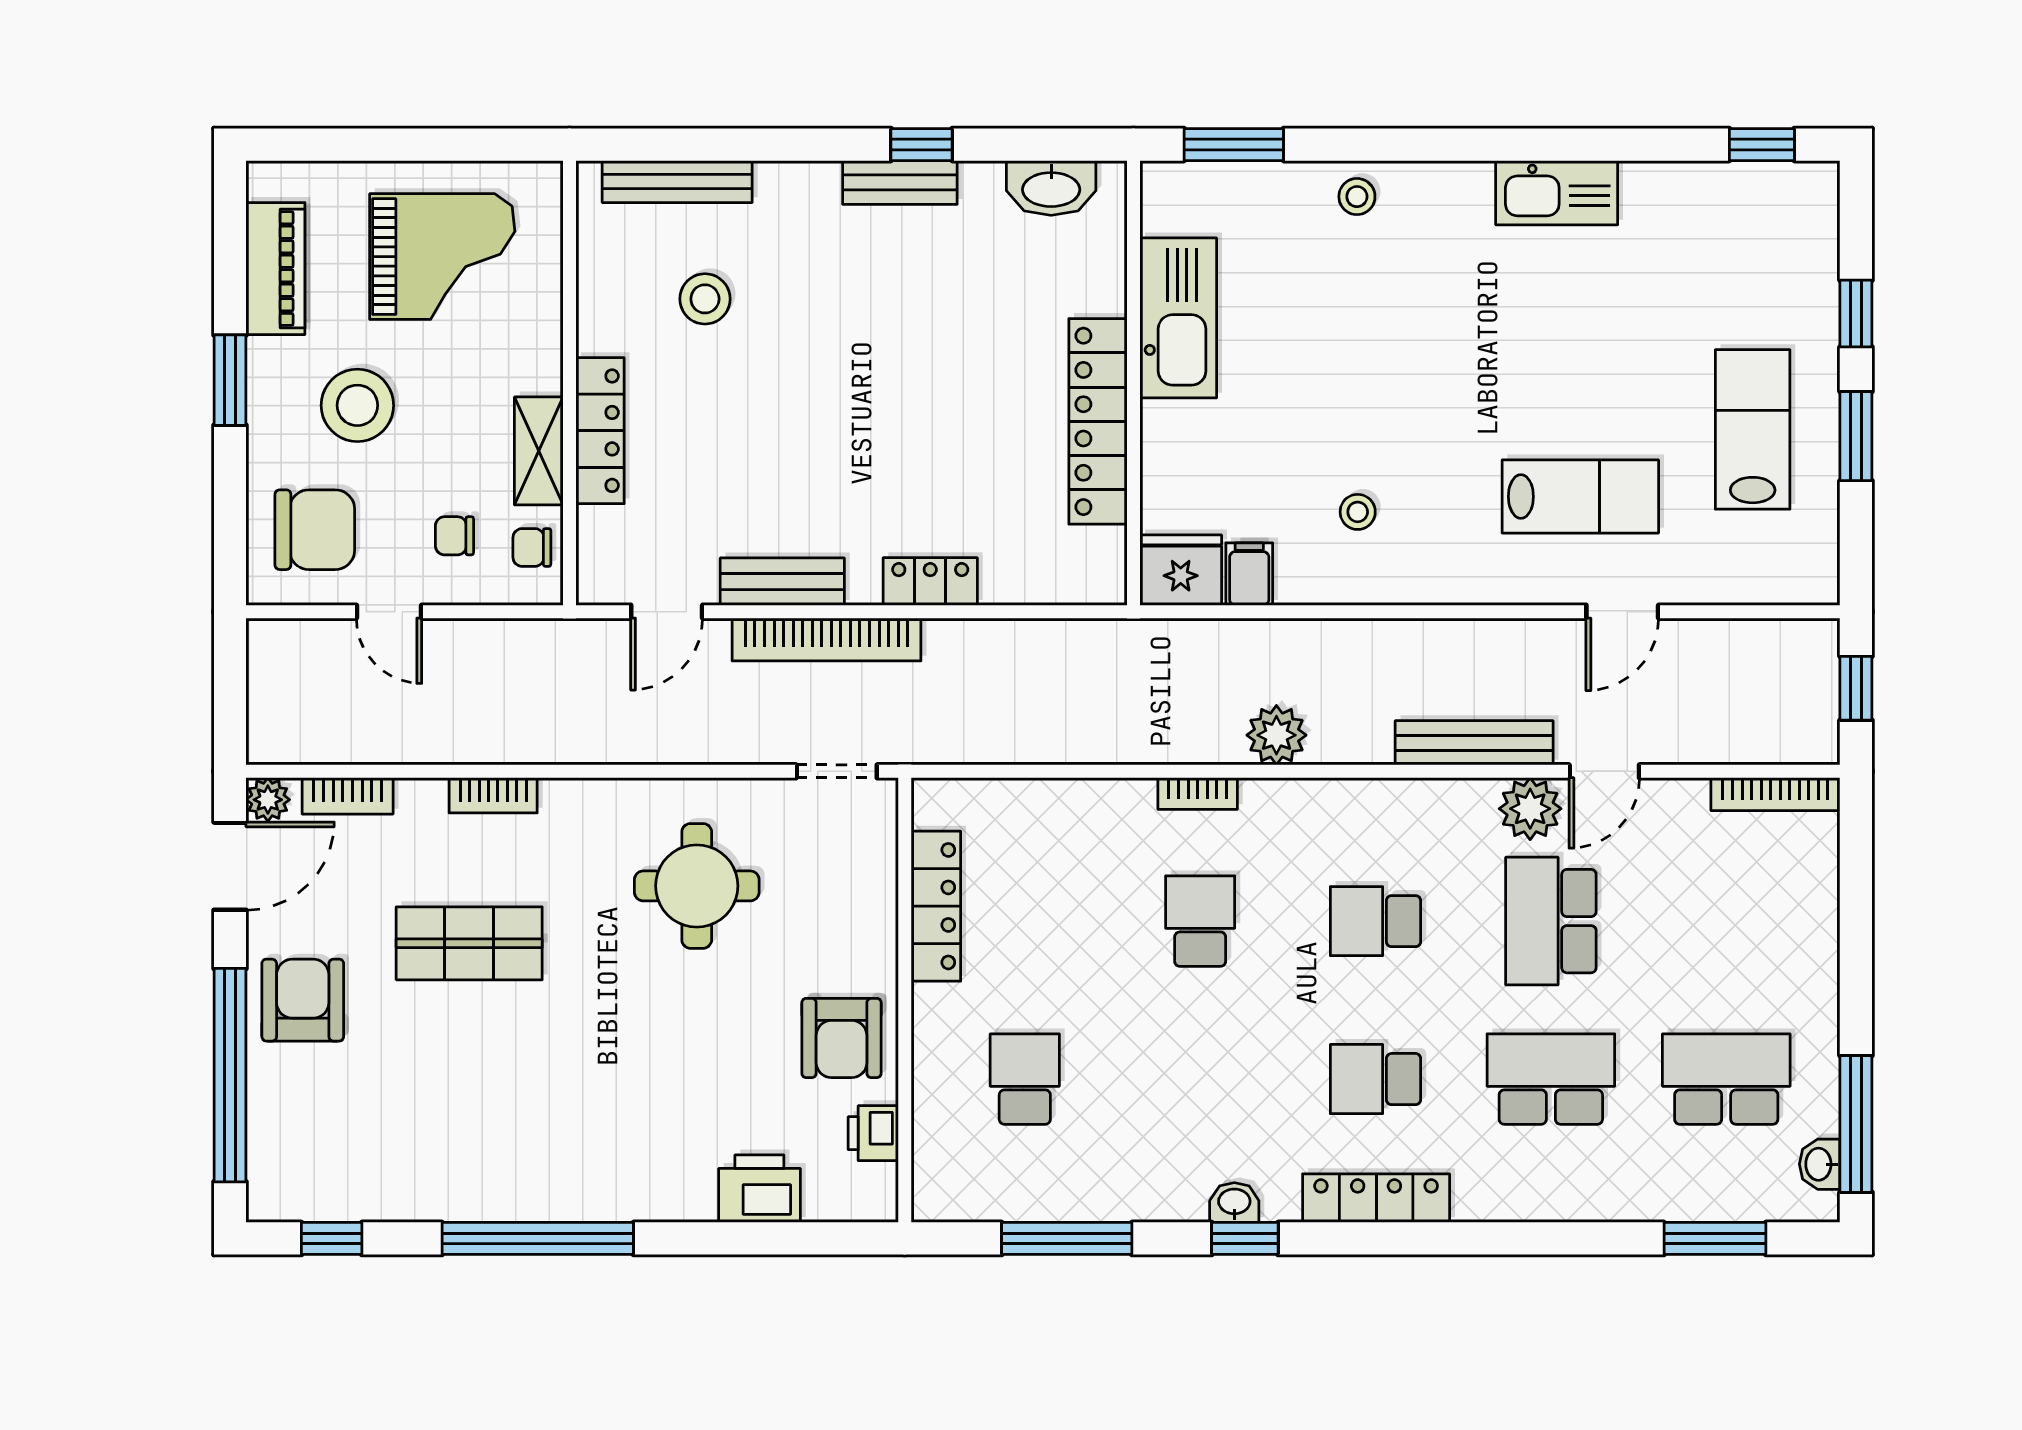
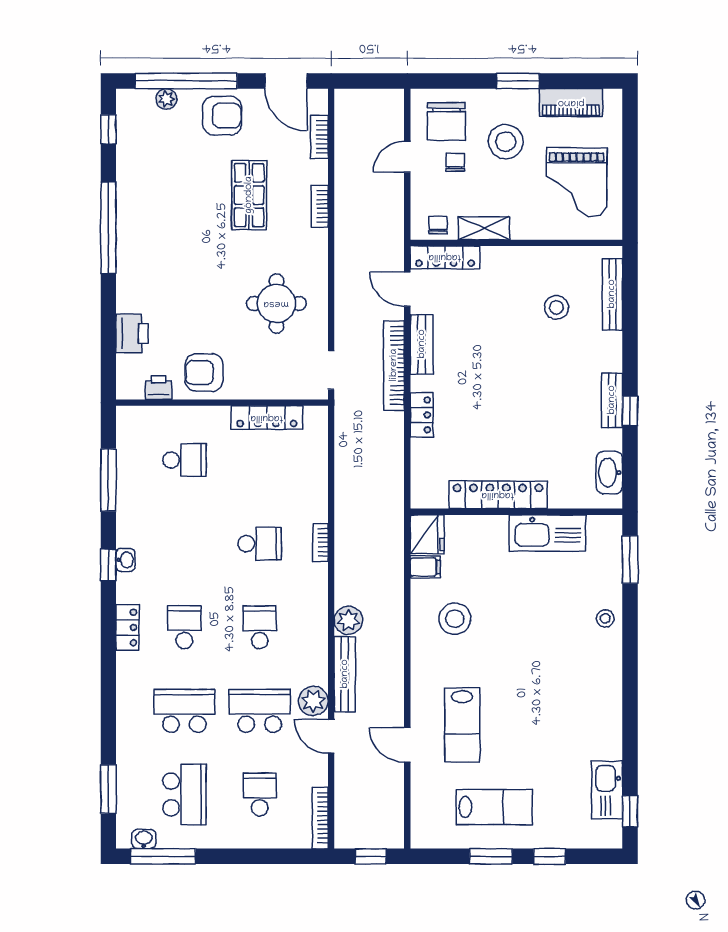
kitchen sink: (1557, 193) -> (607, 790), moved
locker: (600, 431) -> (445, 257), moved
stool: (1358, 512) -> (455, 619), width x1.89, depth x1.89
chair: (454, 536) -> (455, 162), moved
plant: (1276, 735) -> (348, 620), moved
plant: (268, 800) -> (166, 99), moved
school desk: (1726, 921) -> (260, 794), added
school desk: (1551, 1079) -> (184, 711), turned -90
locker: (1376, 1198) -> (128, 627), width x0.66

